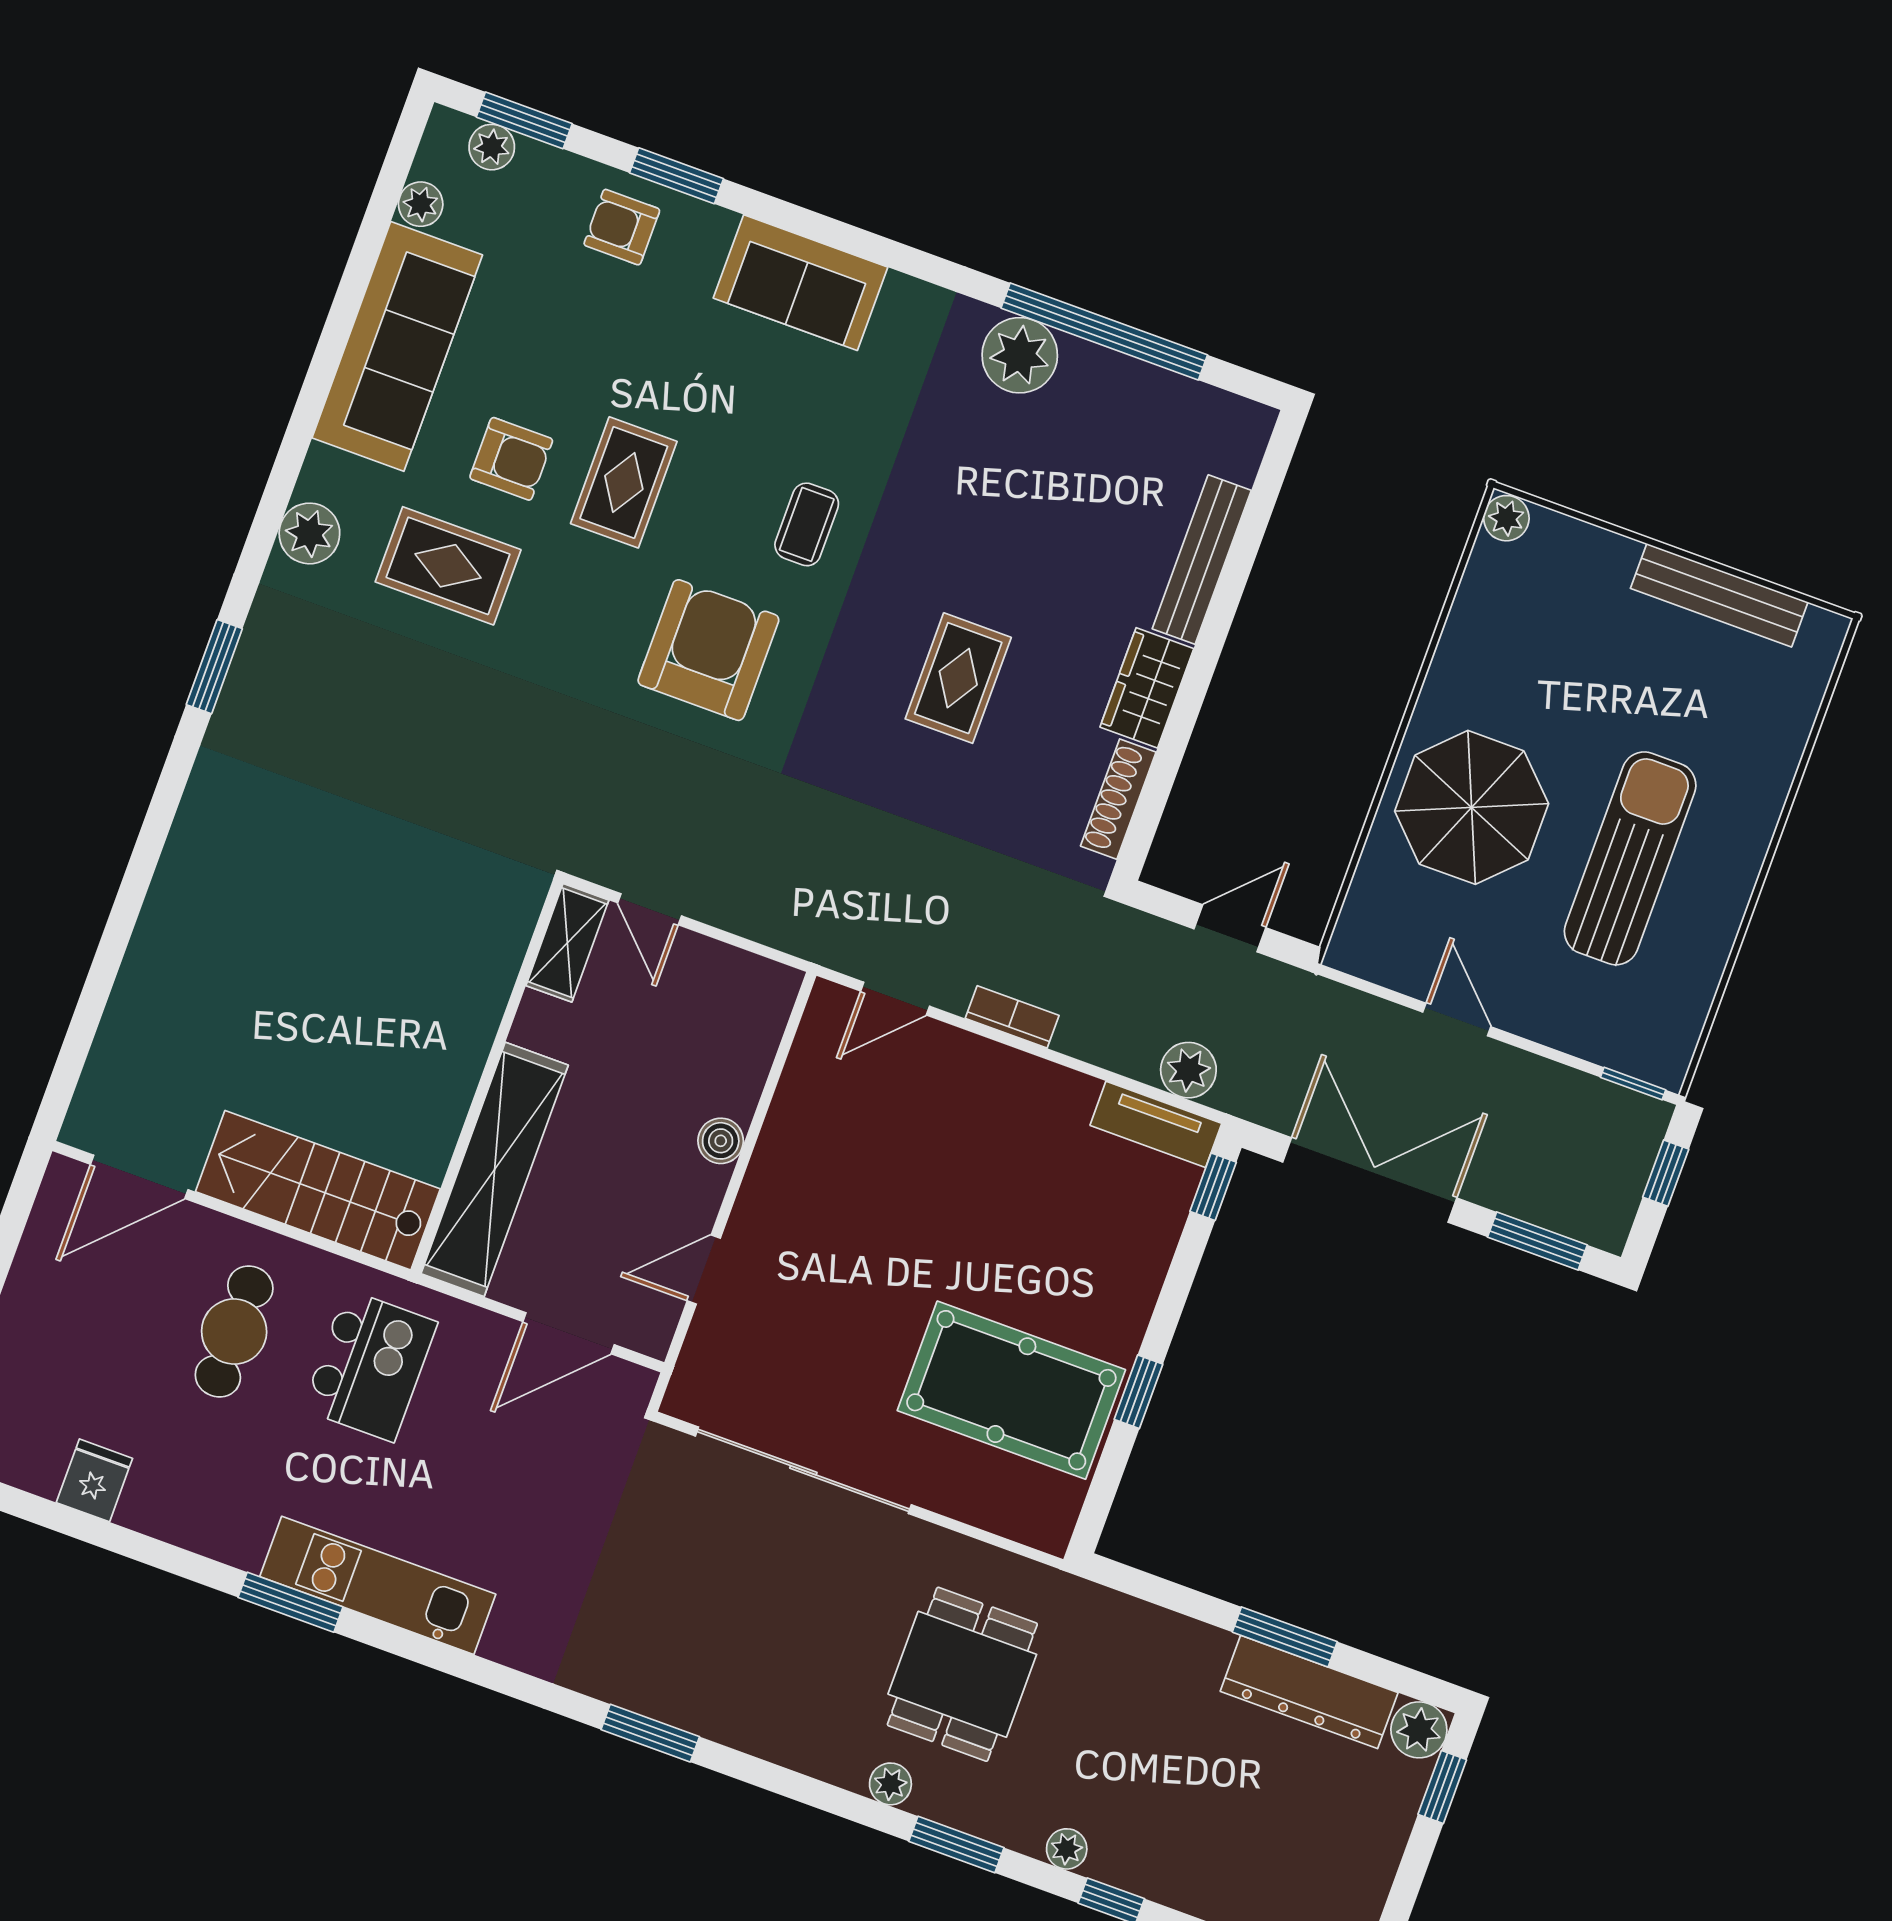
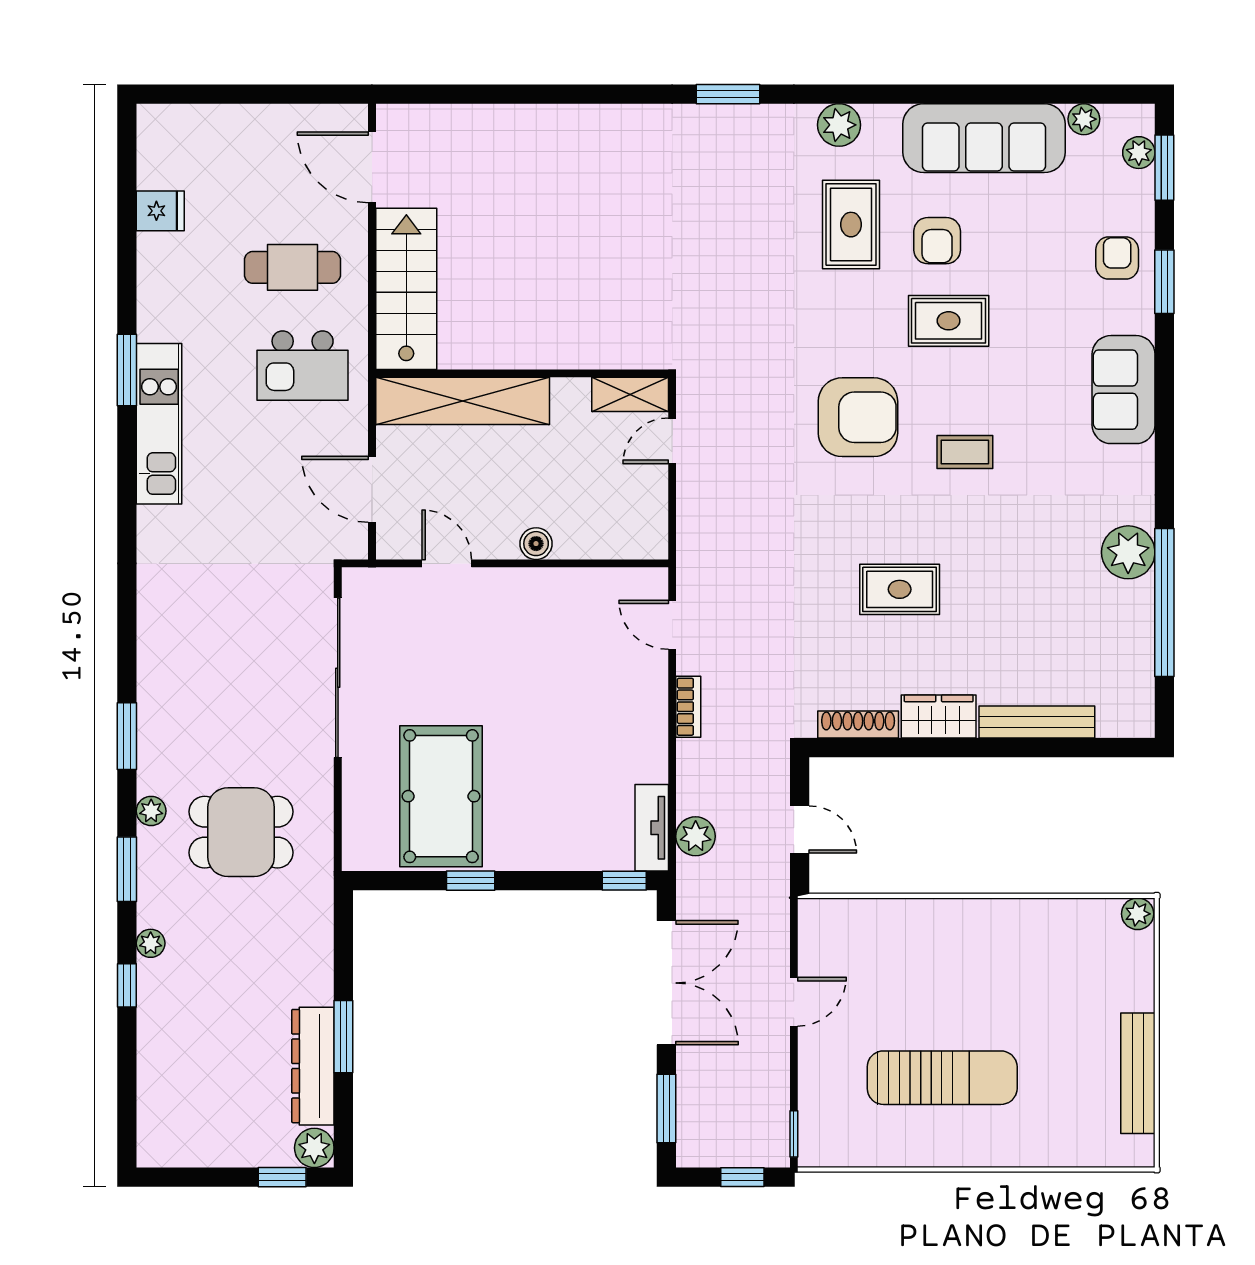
parasol: (1472, 807) -> (938, 960), removed
window: (650, 1733) -> (127, 736), moved

